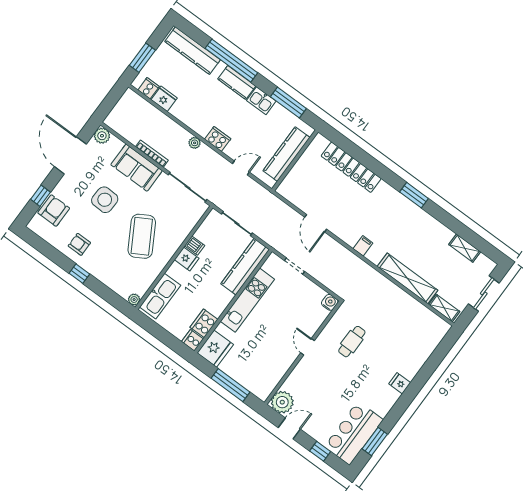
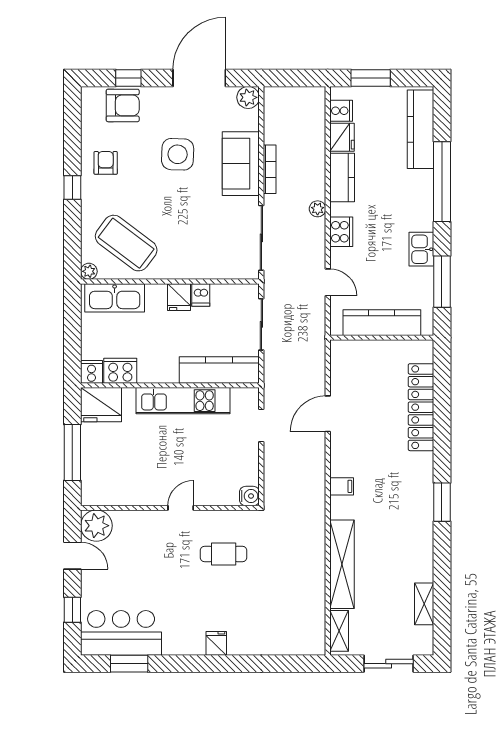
kitchen counter: (237, 83) -> (342, 178), moved, turned 180
coffee table: (142, 236) -> (126, 243), moved, turned 67

